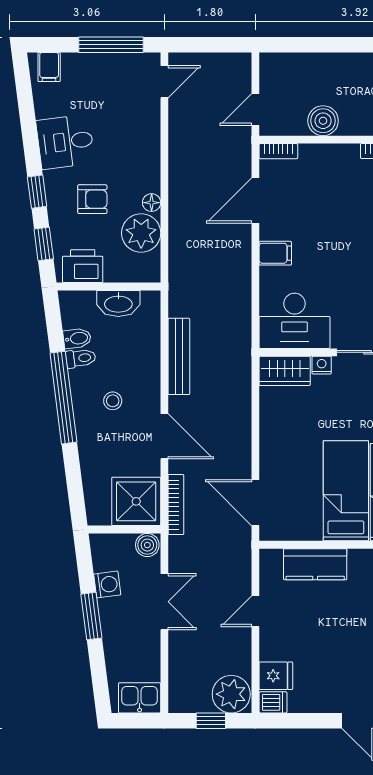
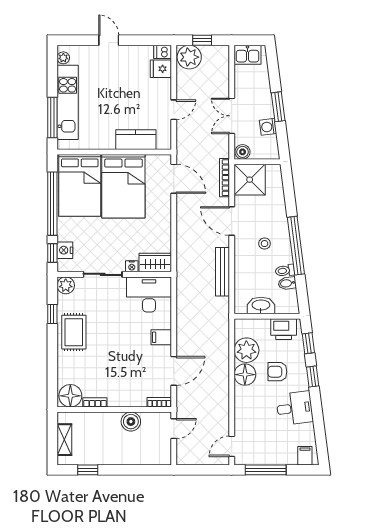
floor lamp: (152, 203) -> (245, 375), width x1.89, depth x1.89
bed: (346, 491) -> (123, 186), width x1.50

